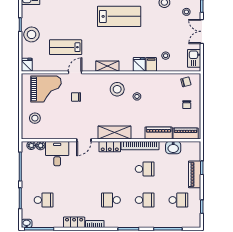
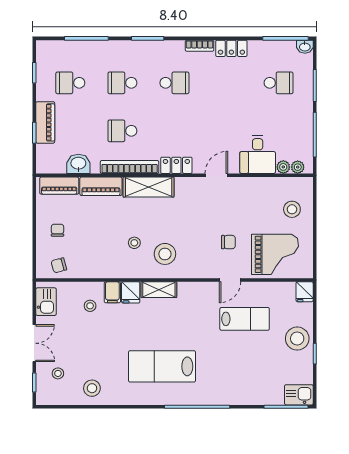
shelving: (107, 66) -> (159, 290), moved
grand piano: (46, 89) -> (275, 254), turned 180
shelving: (114, 133) -> (149, 187), moved
school desk: (44, 200) -> (279, 83), turned 180

